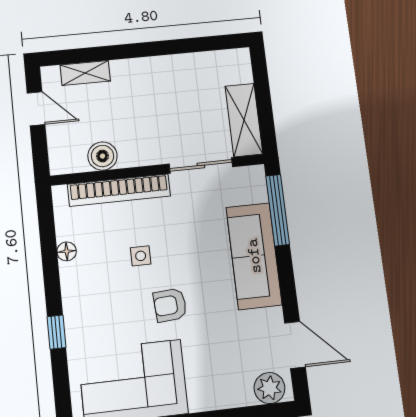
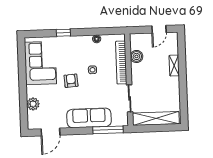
shelving: (85, 73) -> (174, 66), moved
shelving: (244, 120) -> (156, 118), width x1.47
plant: (269, 388) -> (33, 104), moved

